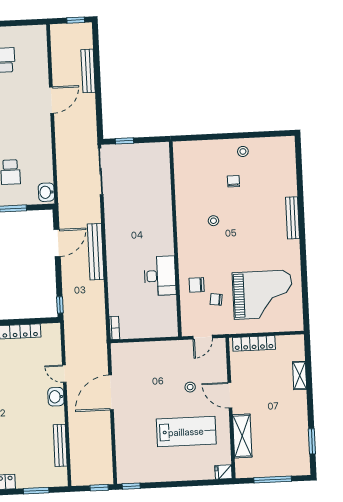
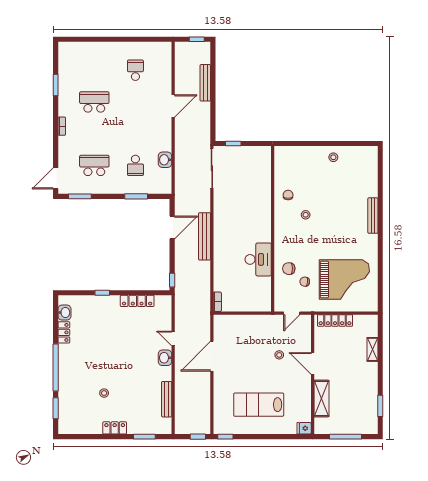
chair: (233, 181) -> (288, 195), moved
washbasin: (46, 192) -> (165, 160), moved
lab bench: (186, 432) -> (259, 405), moved, turned 180

